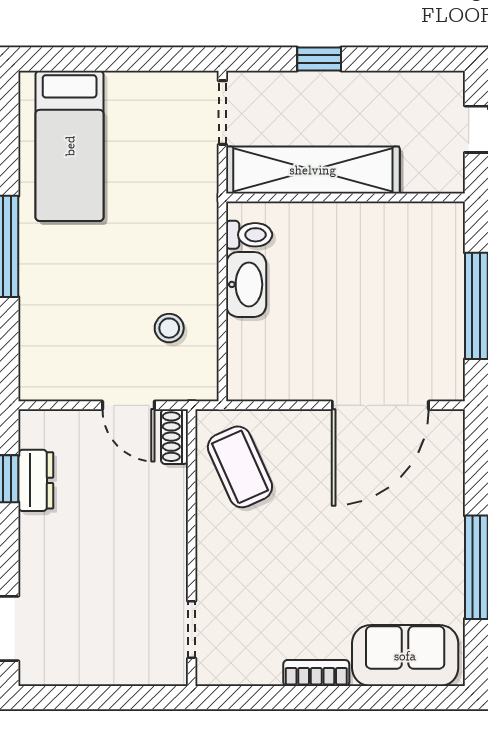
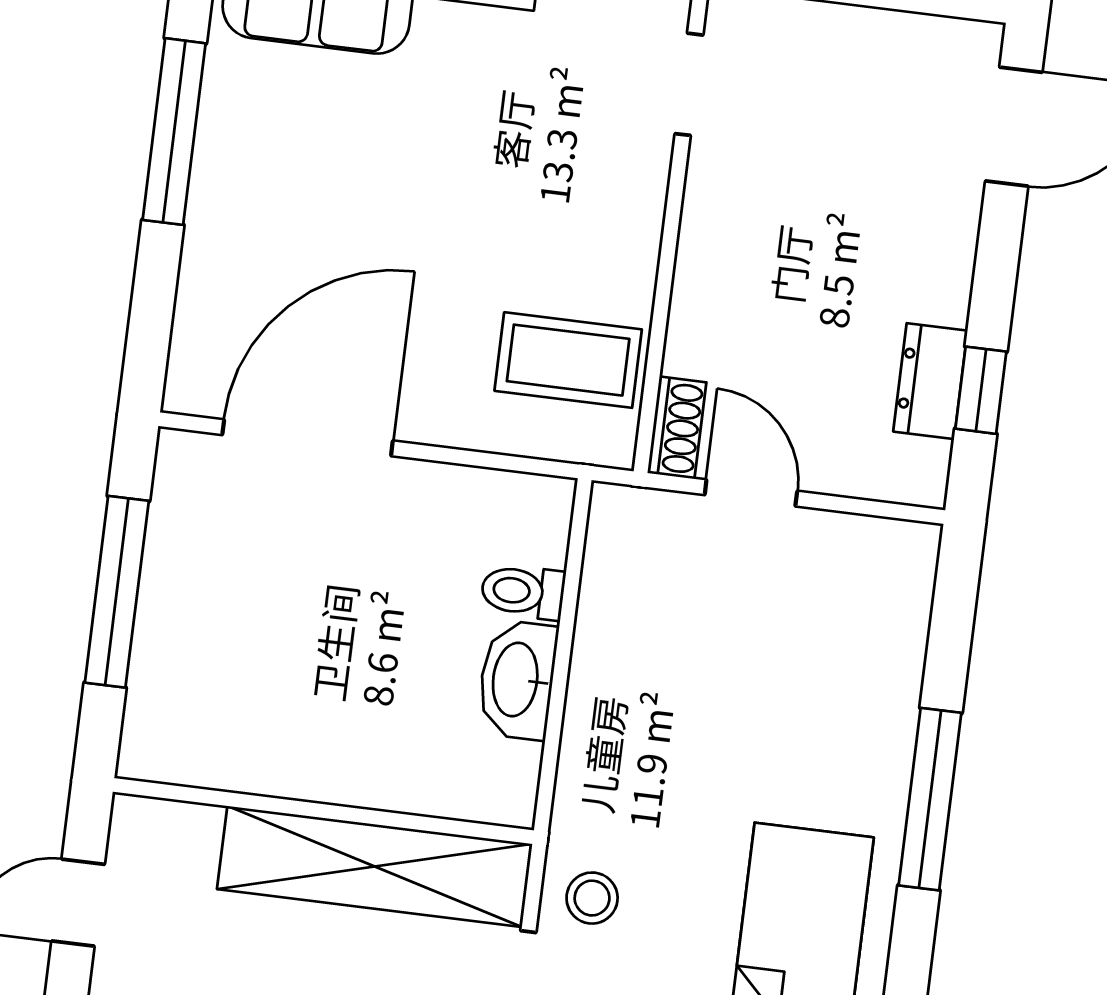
toilet: (249, 235) -> (523, 592), moved
stool: (169, 328) -> (592, 898), moved
coffee table: (240, 467) -> (568, 360), turned -66

